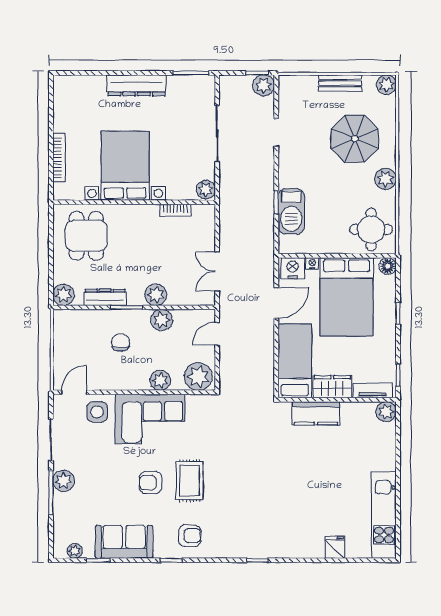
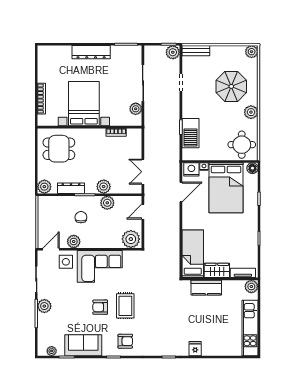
bench: (340, 83) -> (196, 51), moved
plant: (206, 190) -> (136, 109), moved
dining table: (86, 236) -> (59, 149), turned 90
bed: (295, 361) -> (193, 254), moved
plant: (160, 380) -> (74, 241), moved
wardrobe: (332, 387) -> (217, 270), moved
tv unit: (373, 390) -> (243, 273), moved
wall: (337, 400) -> (220, 279), moved
plant: (386, 412) -> (251, 287), moved
kitchen counter: (316, 413) -> (206, 288), moved
fridge: (335, 547) -> (195, 349), moved

